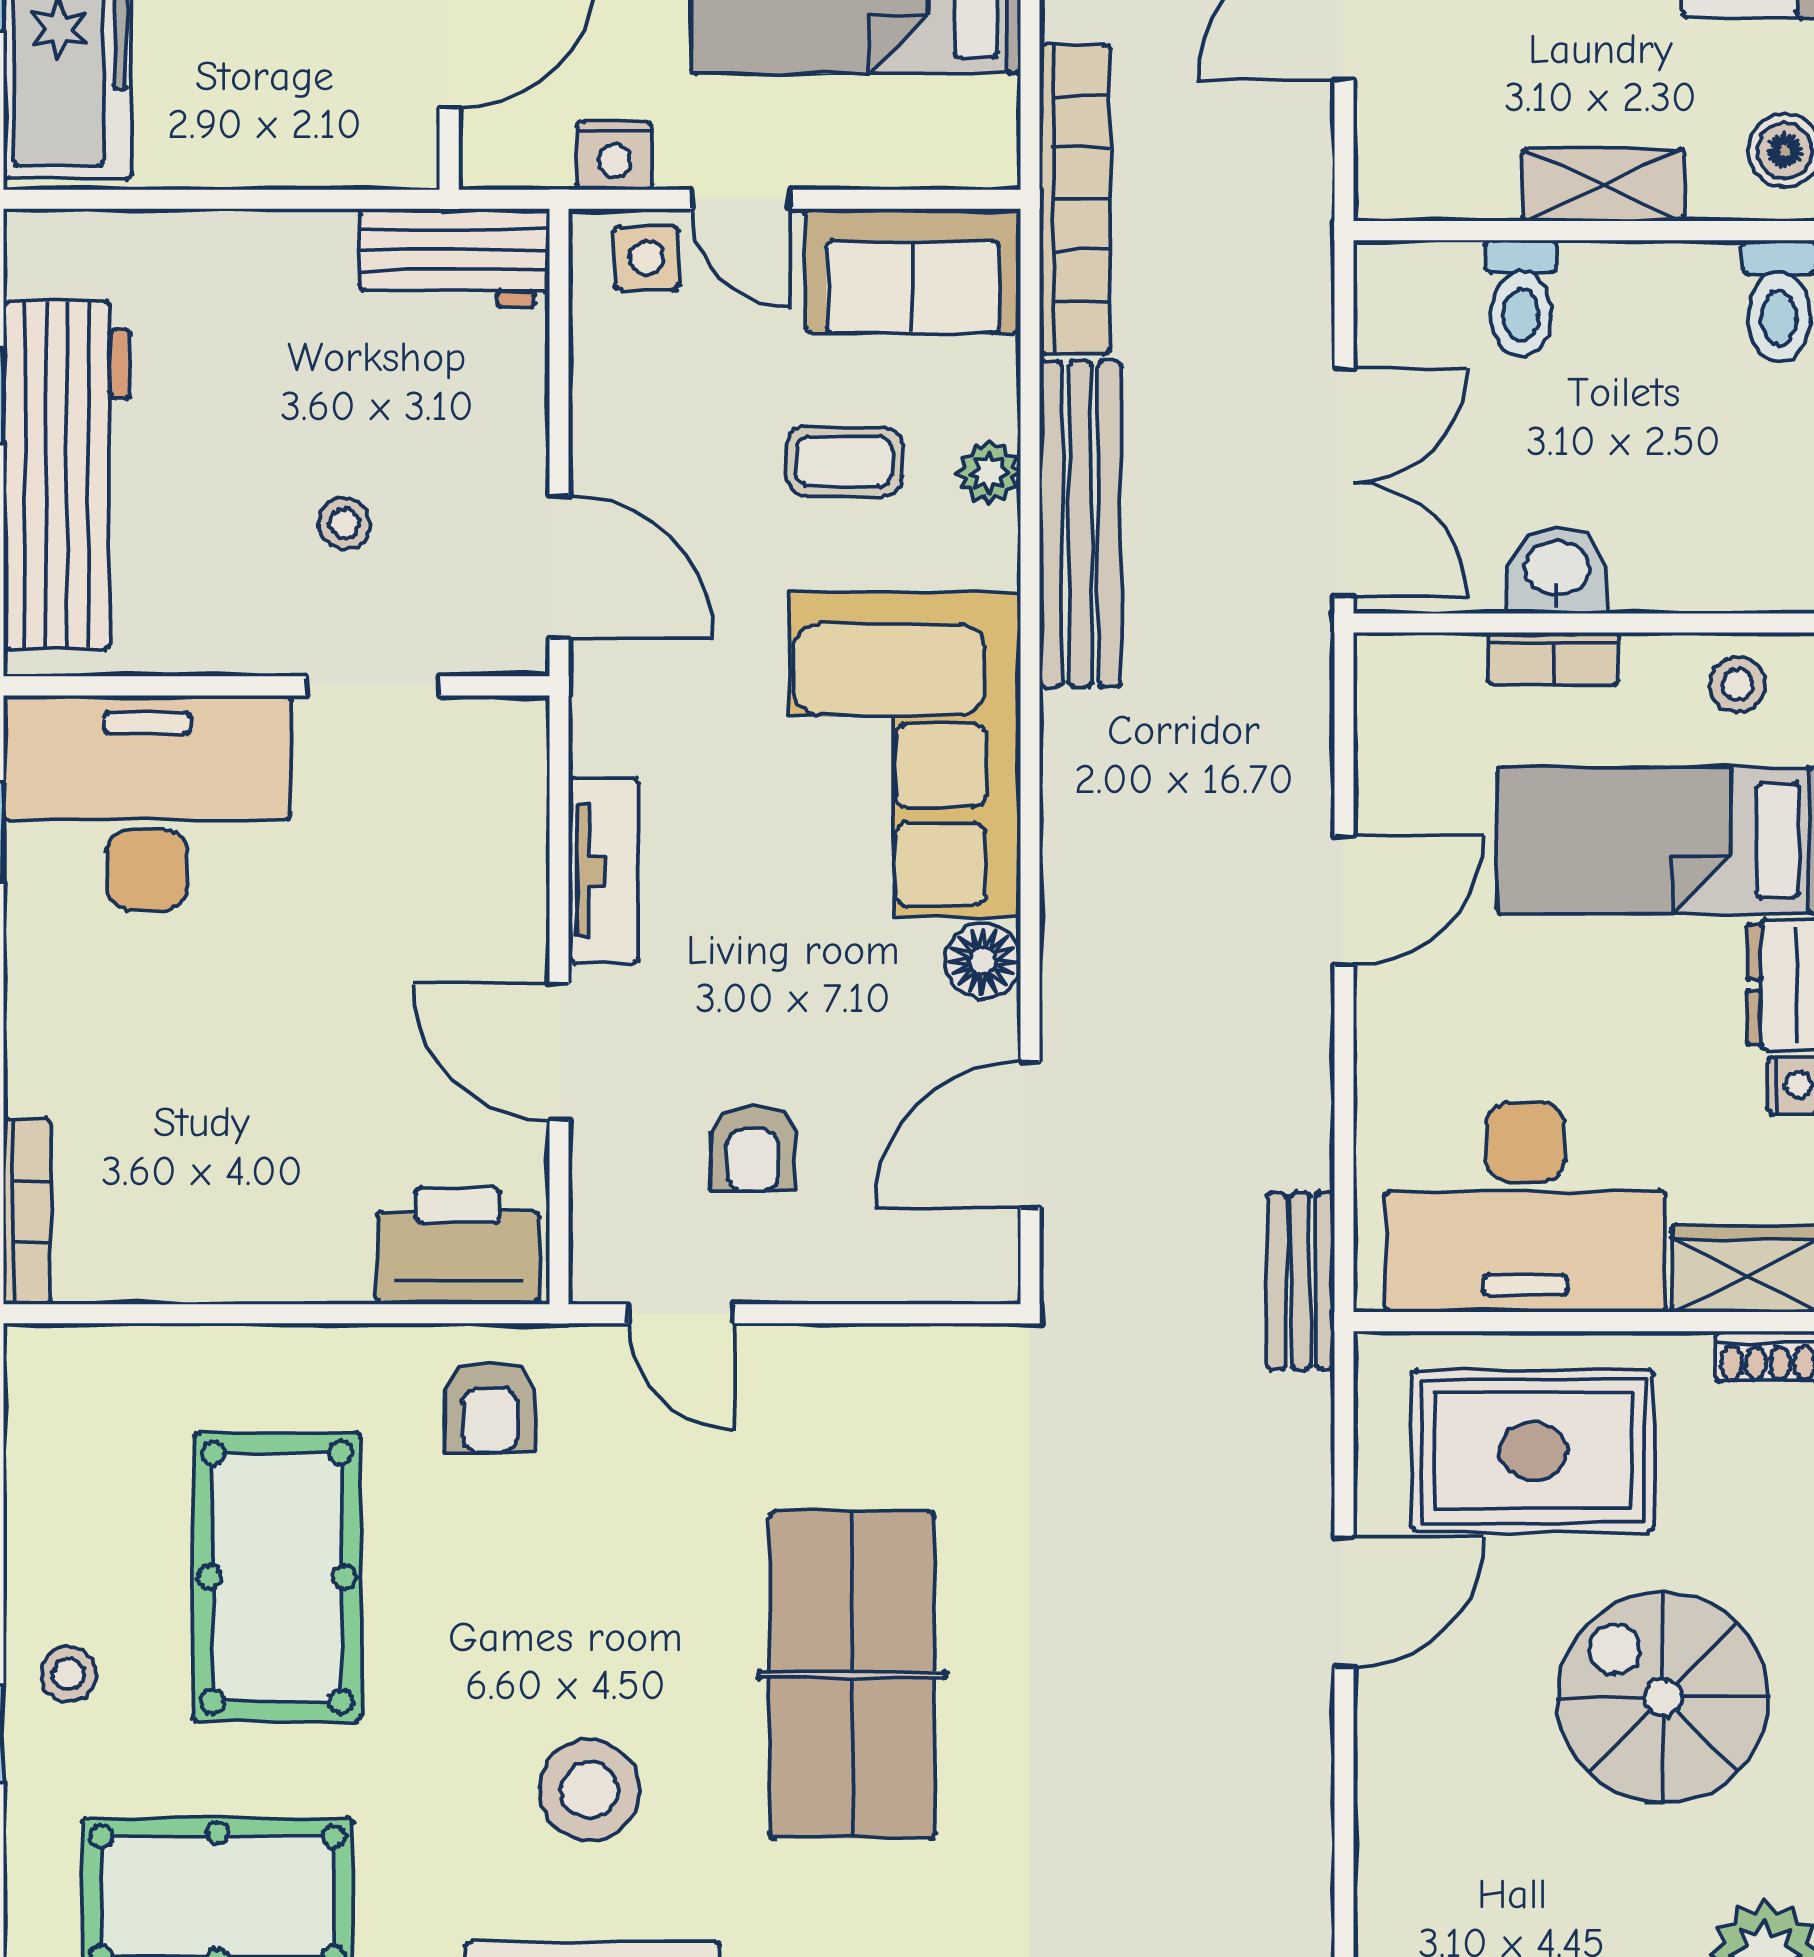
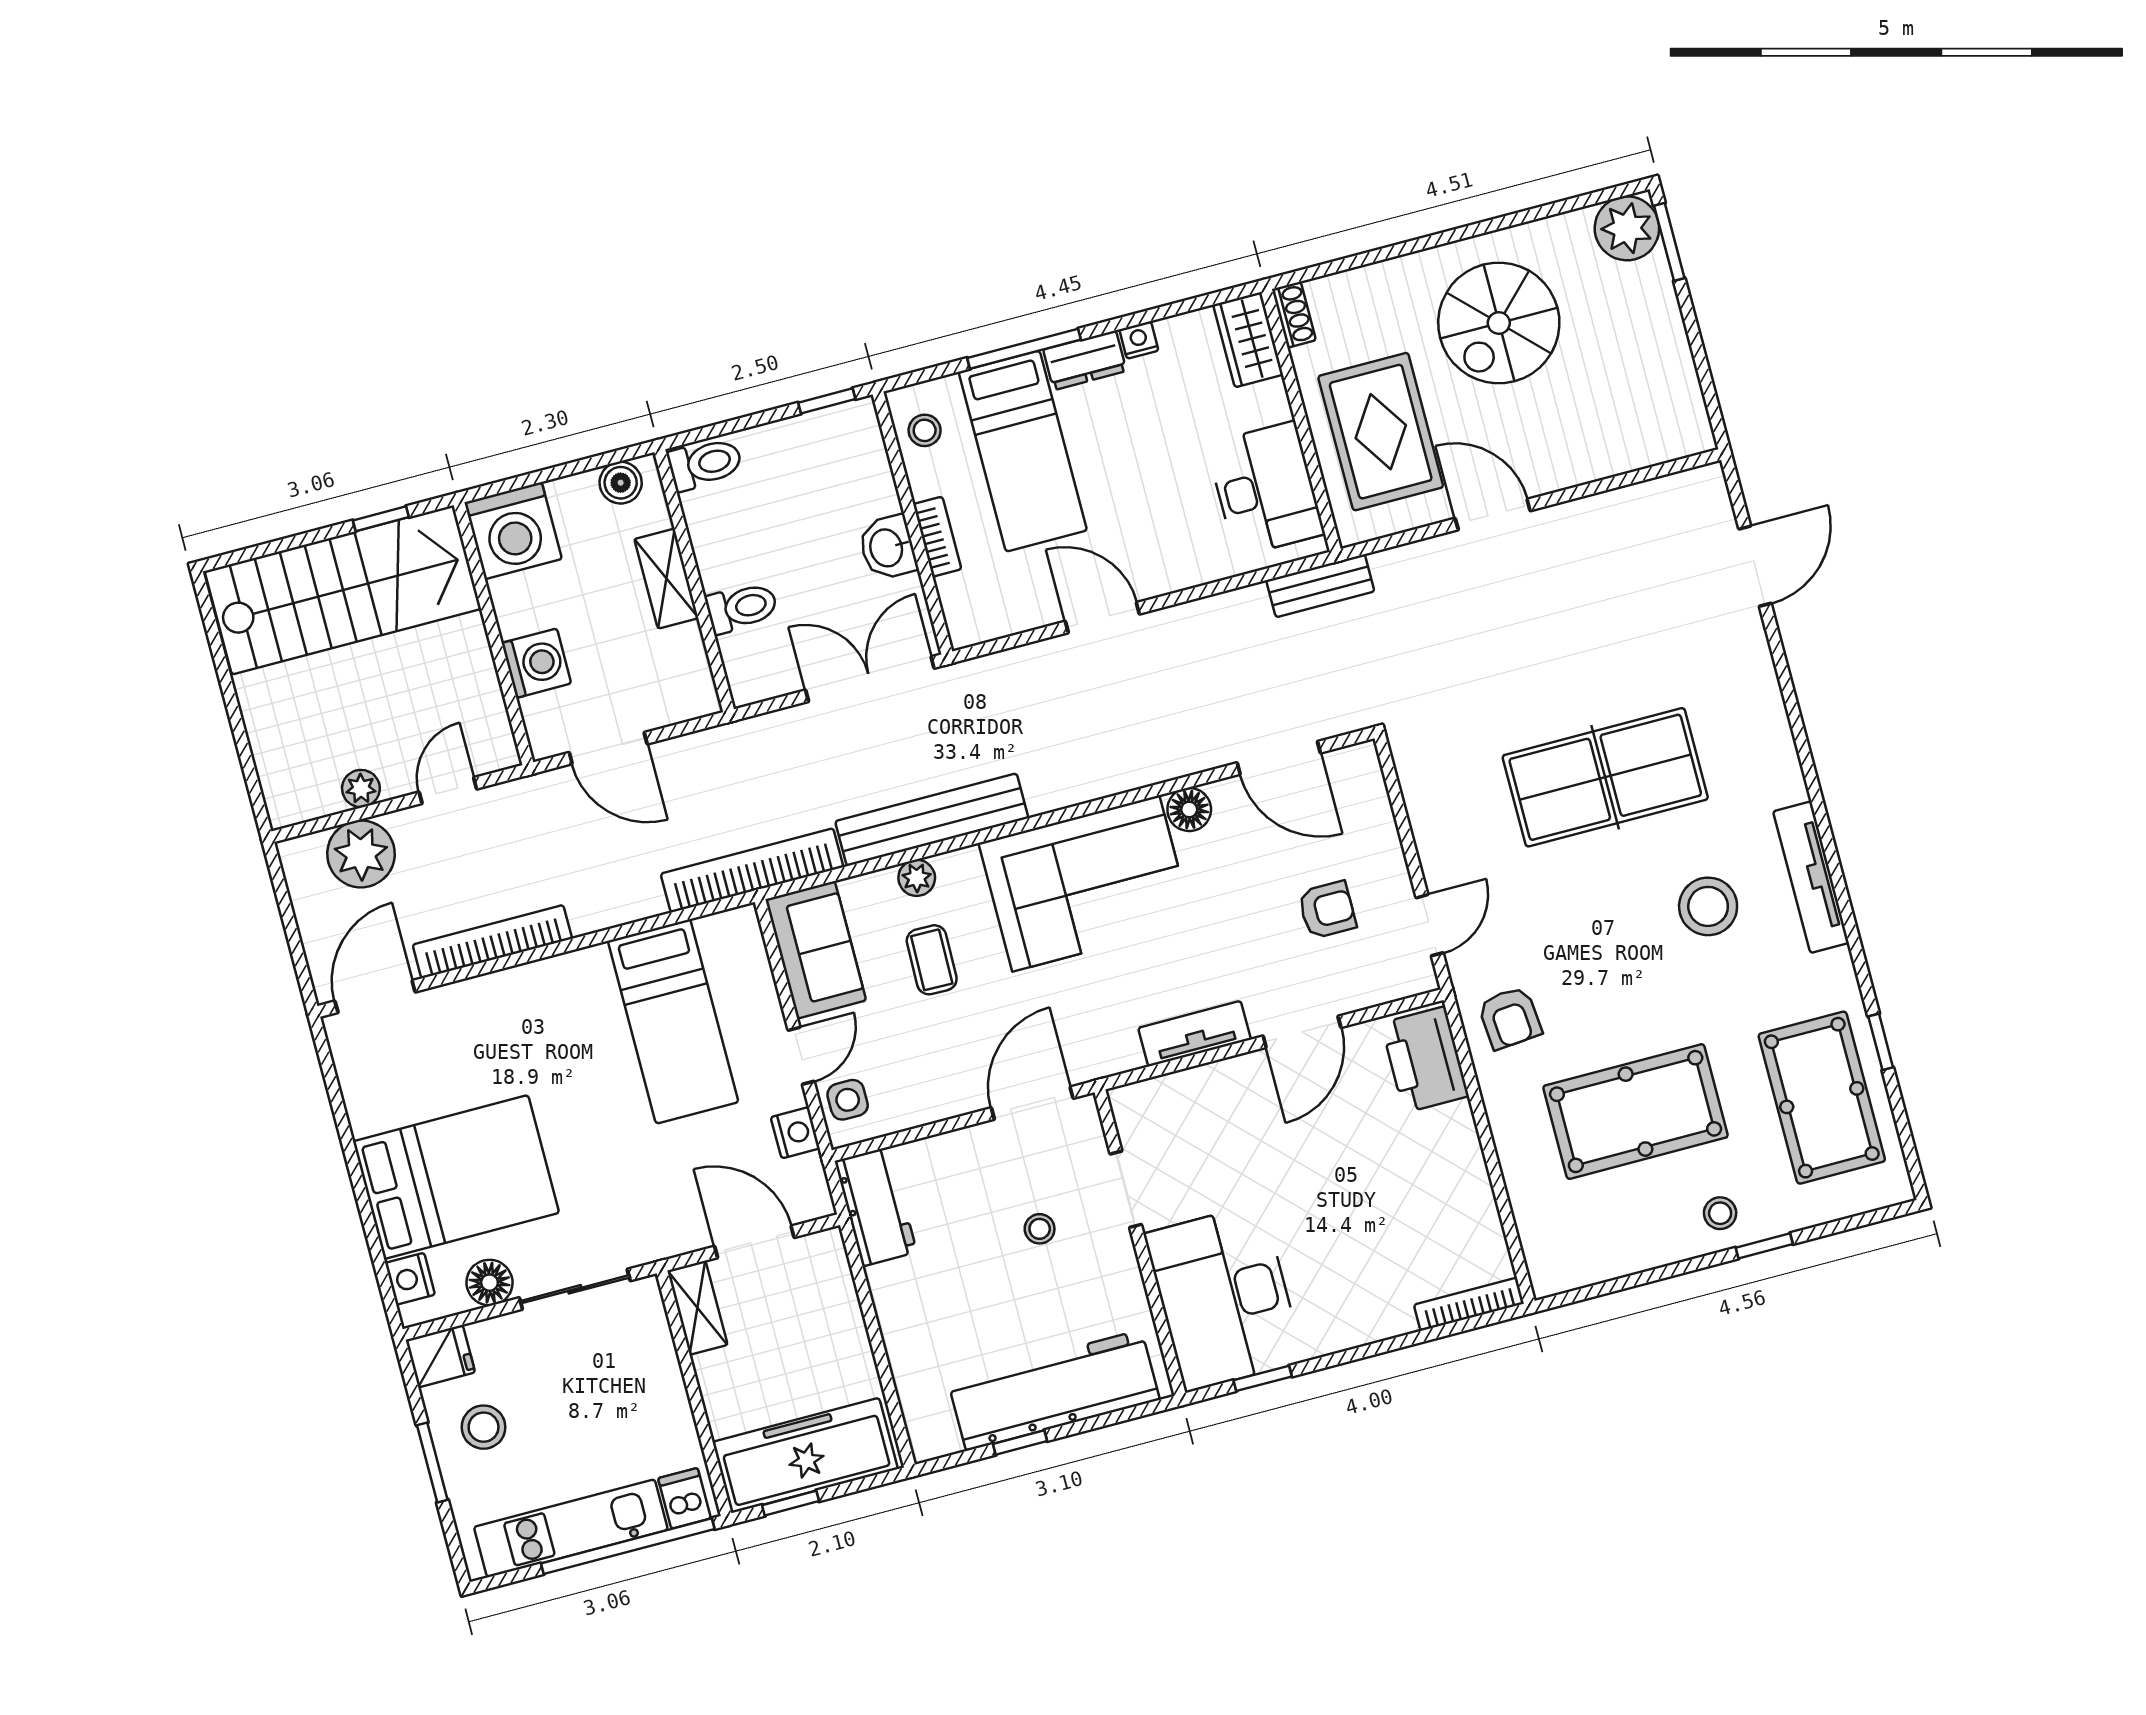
desk: (1525, 1207) -> (1265, 489), width x0.73, depth x0.77
armchair: (490, 1407) -> (1510, 1018), turned 85

